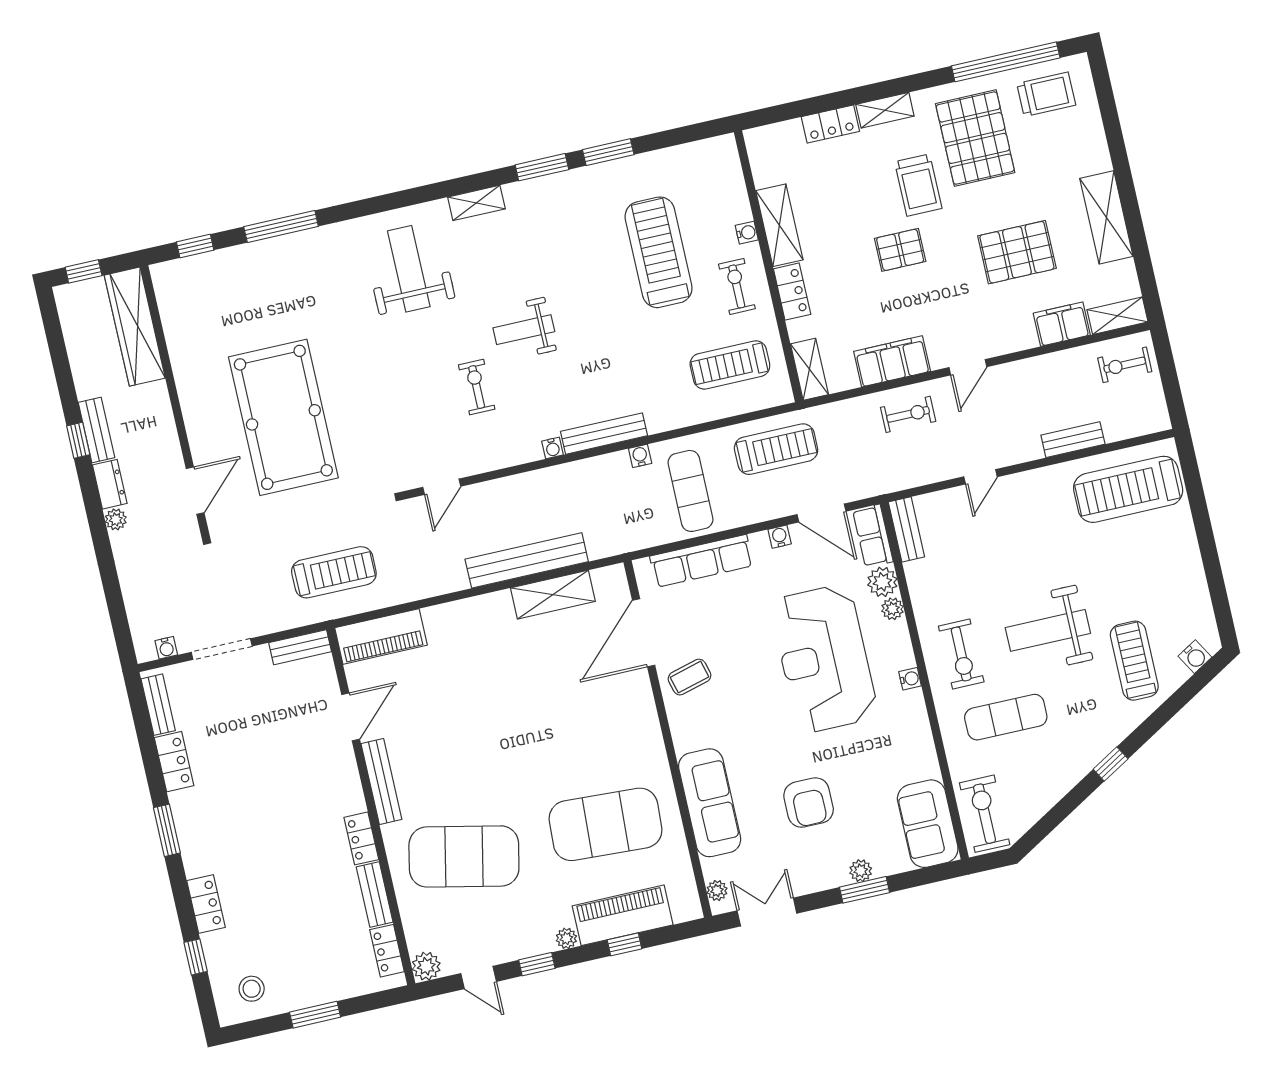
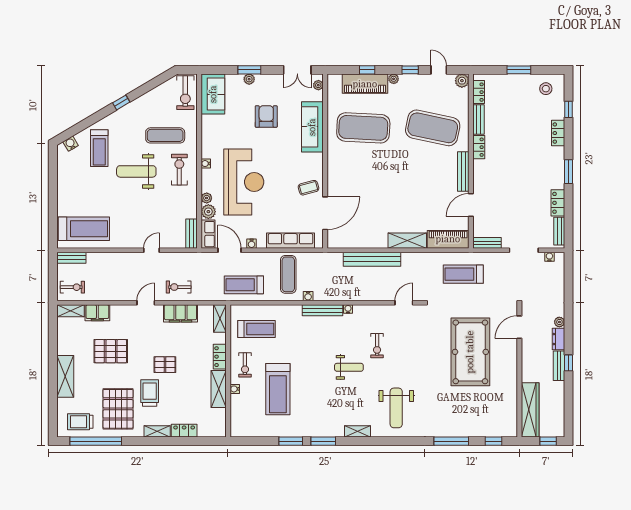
shelving: (1106, 217) -> (65, 376), moved
bench: (1073, 440) -> (71, 258), moved
shelving: (553, 595) -> (407, 241), moved
weight bench: (1048, 630) -> (136, 171), turned 180

